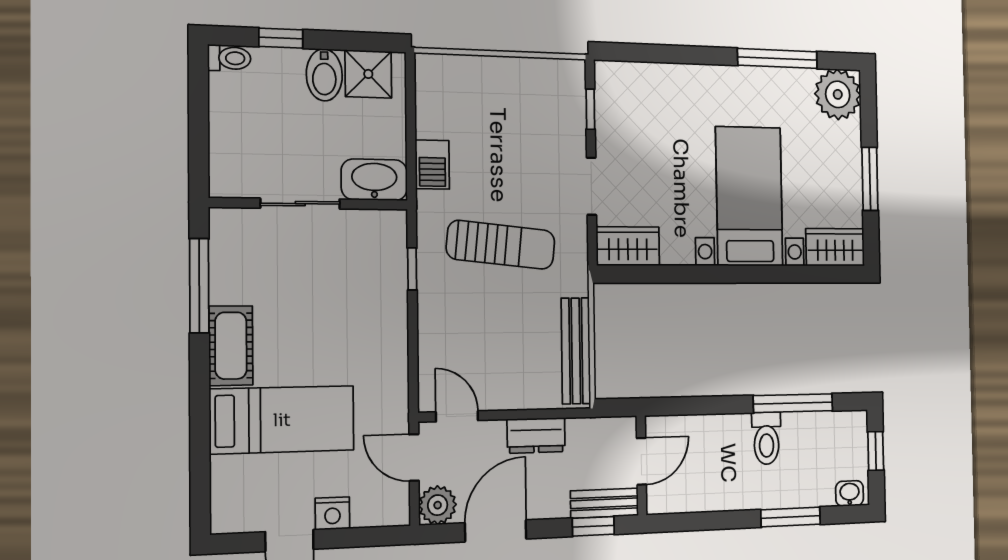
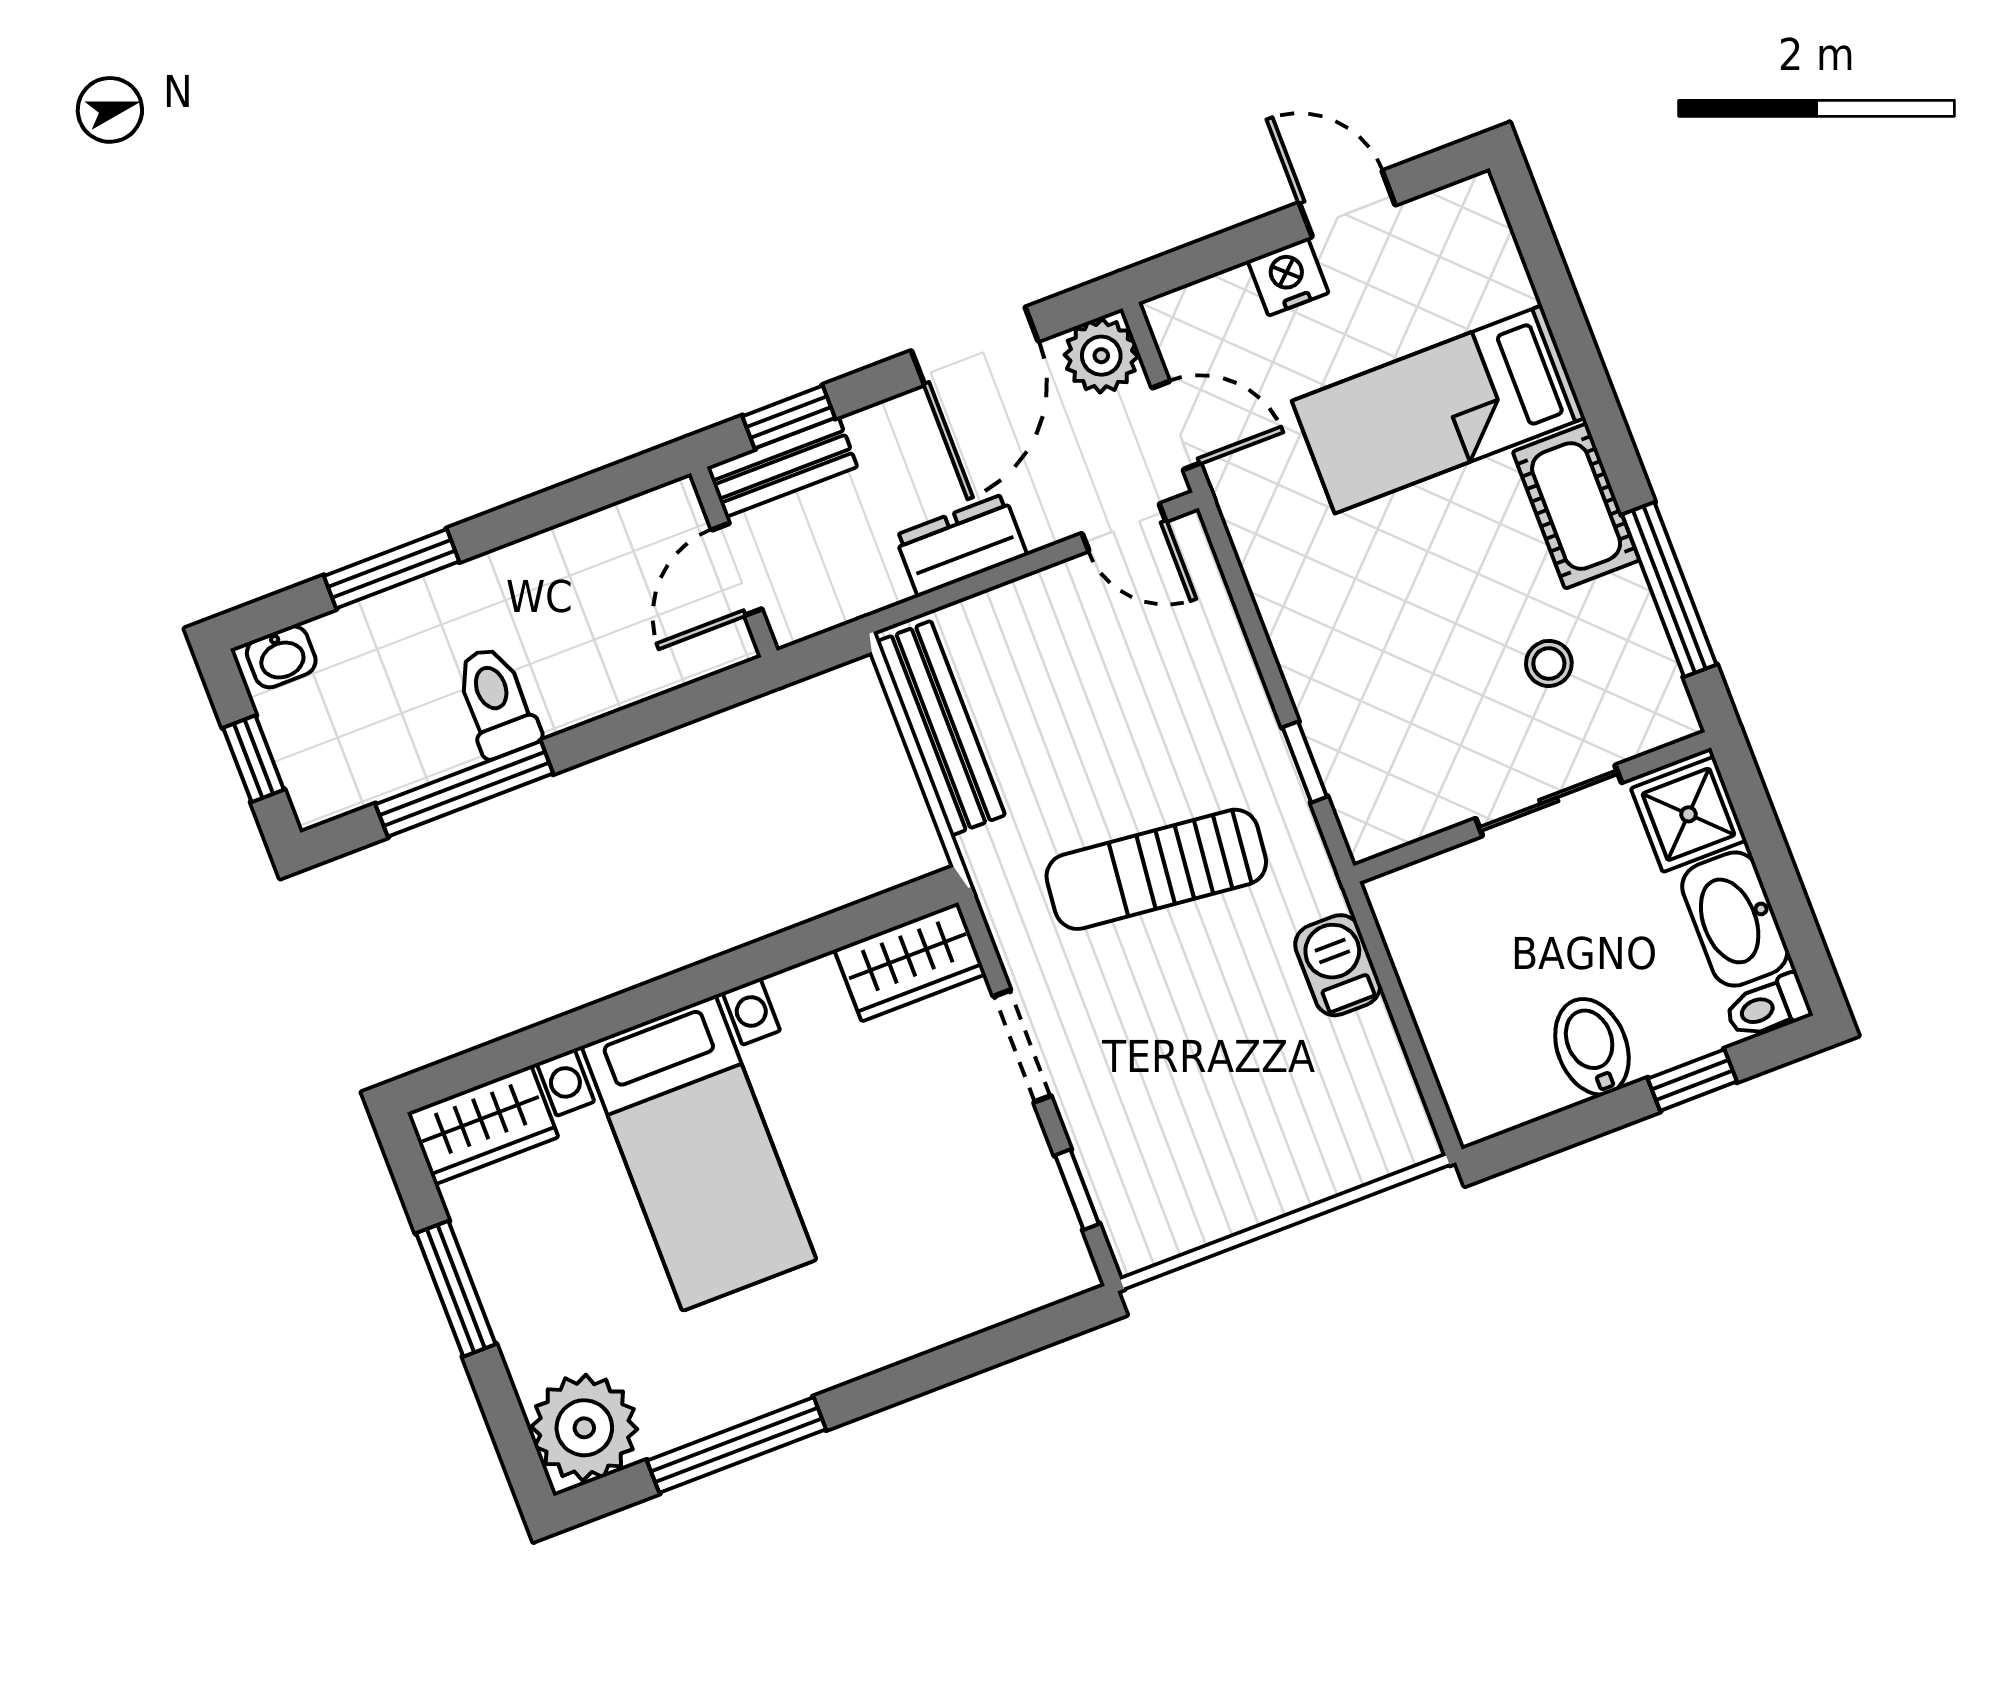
shower: (368, 74) -> (1688, 814), moved
washbasin: (374, 180) -> (1735, 919), moved, turned 90
stool: (275, 272) -> (1549, 663), added

